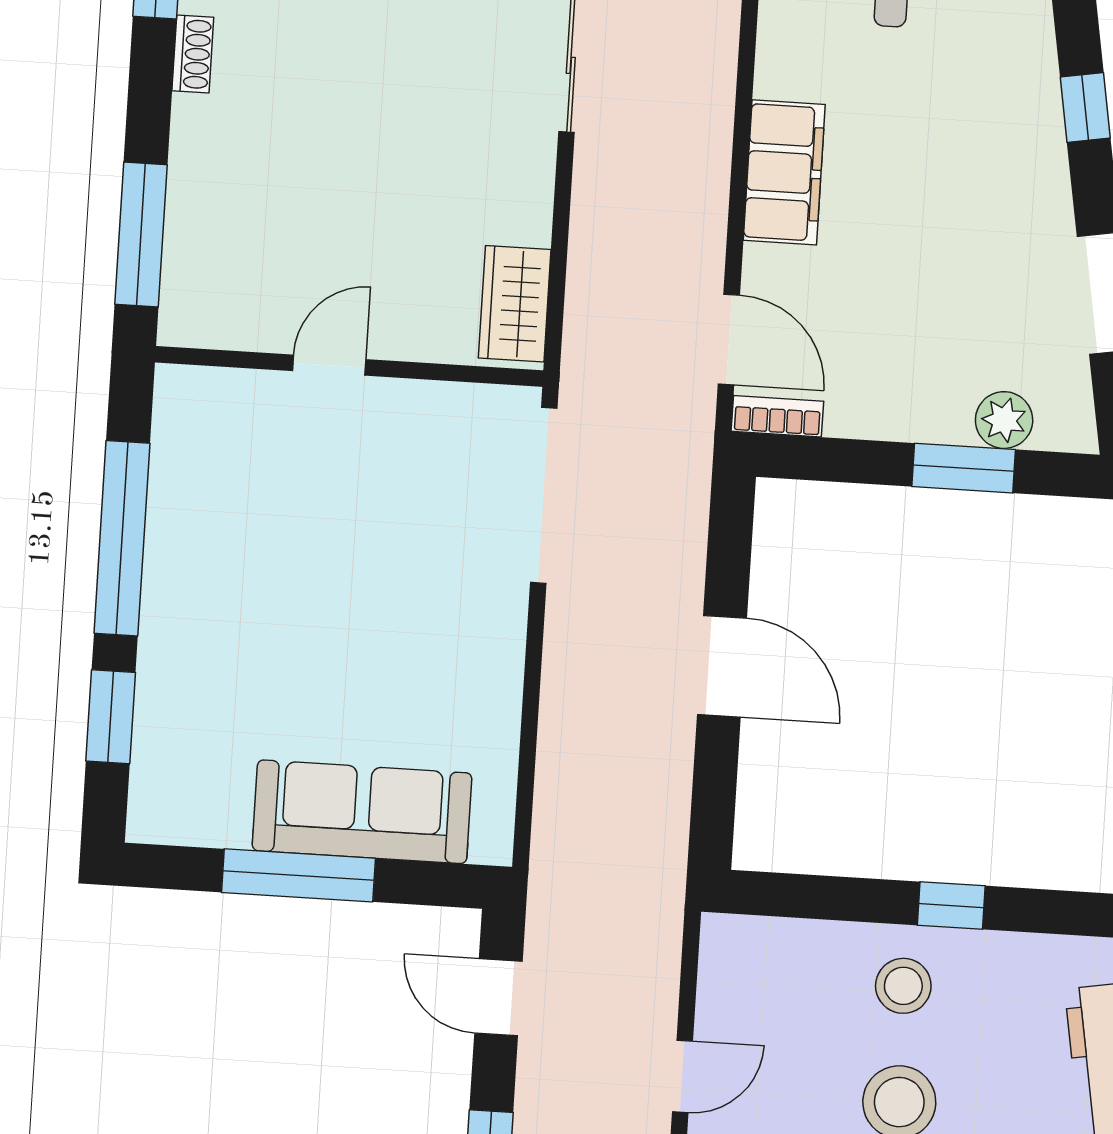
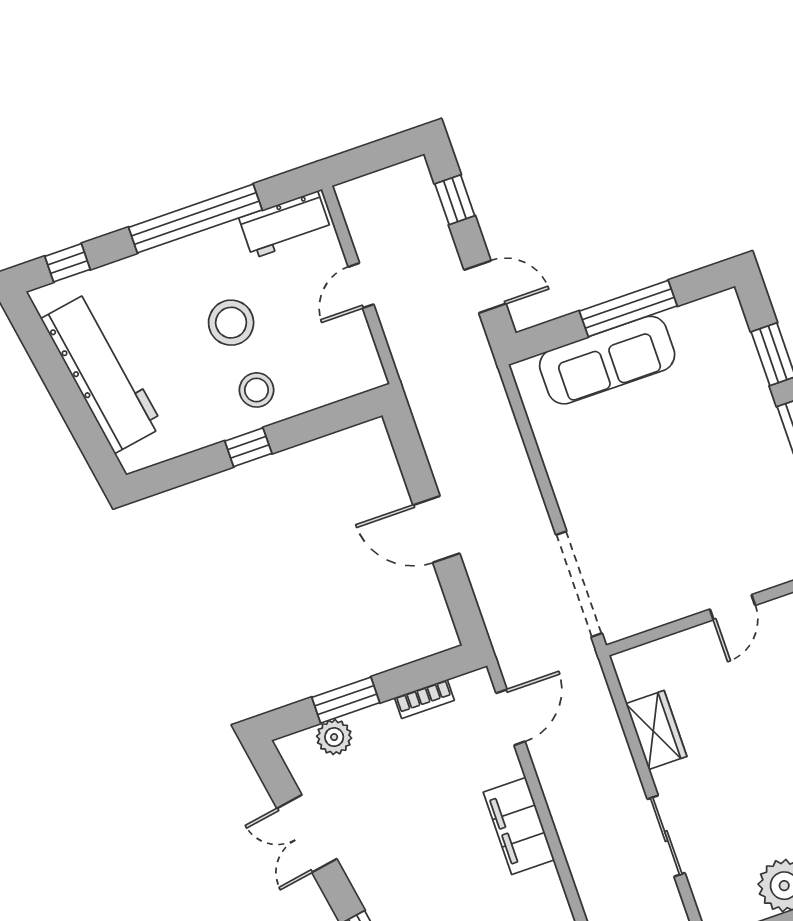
wardrobe: (515, 304) -> (656, 730), moved
door: (729, 339) -> (510, 717), swing flipped
bookcase: (777, 416) -> (424, 699), moved

